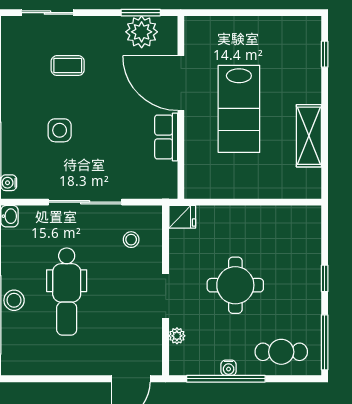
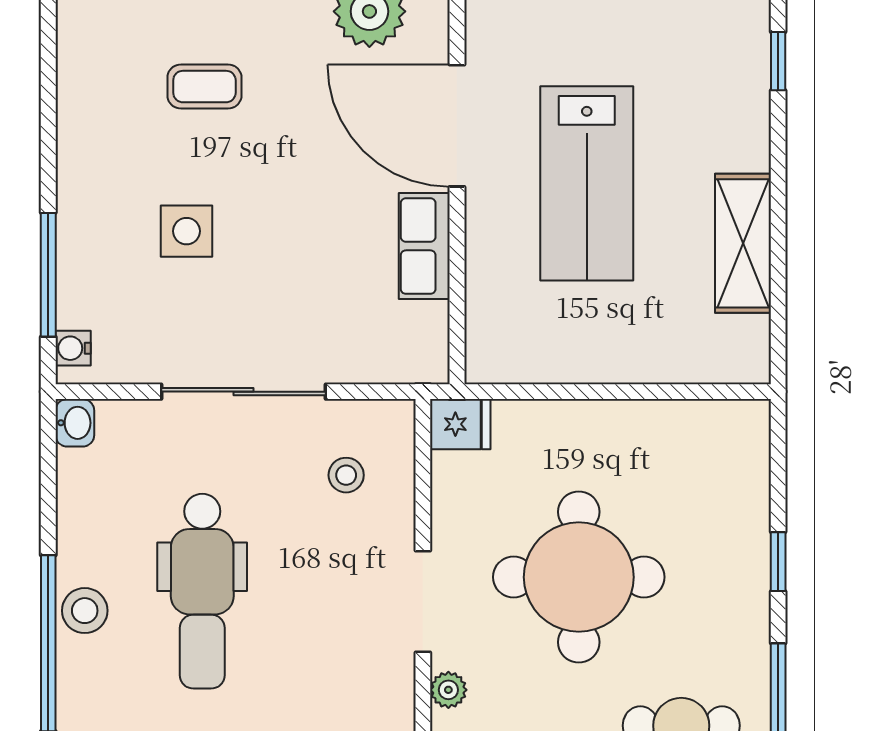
round table: (235, 285) -> (579, 577), width x1.36, depth x1.36

